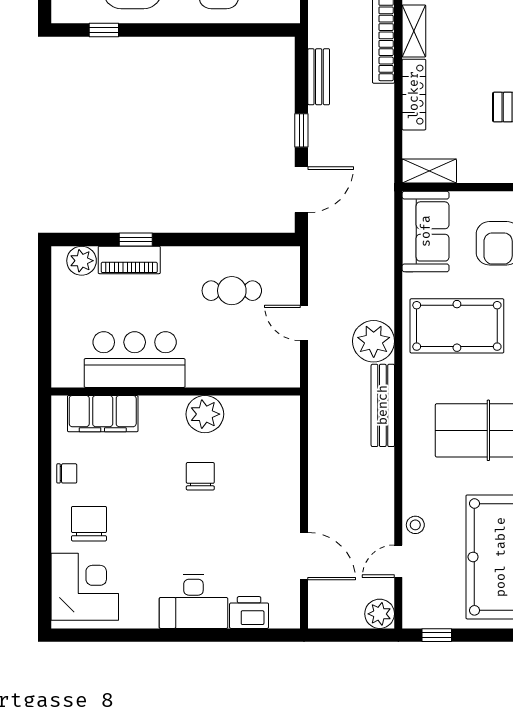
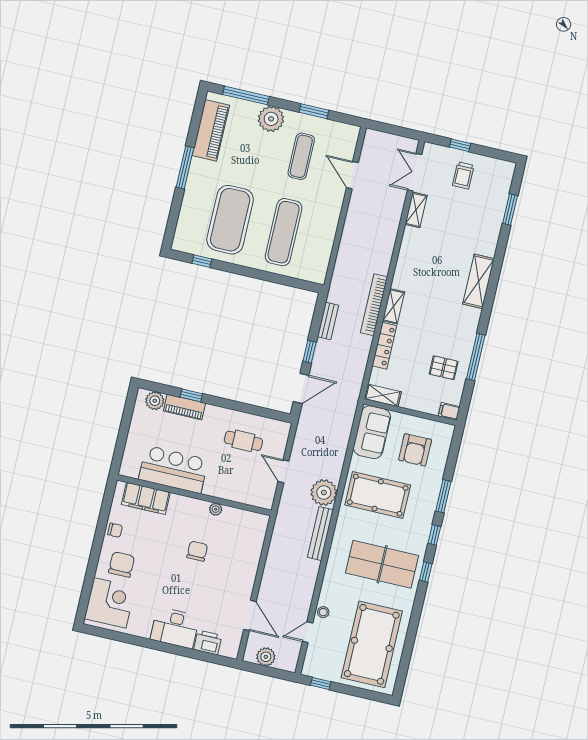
plant: (205, 414) -> (216, 509), width x0.53, depth x0.53
plant: (380, 614) -> (266, 657), moved

